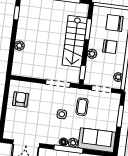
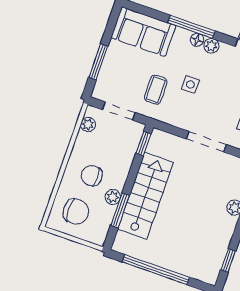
plant: (92, 54) -> (113, 197), moved
doorway: (58, 83) -> (206, 142), moved
plant: (73, 143) -> (211, 46), moved

